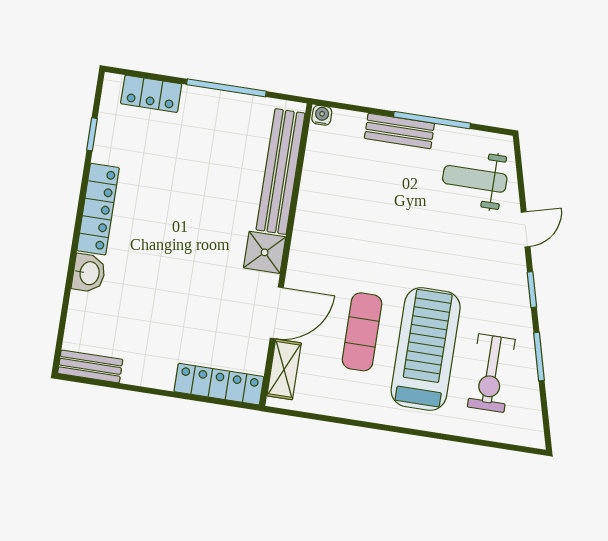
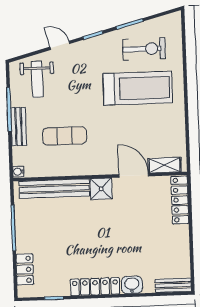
exercise mat: (362, 332) -> (65, 136), moved
treadmill: (426, 349) -> (138, 88), turned 180
bench: (90, 366) -> (173, 285), moved, turned 90

